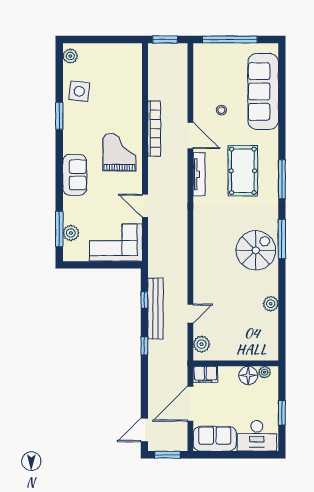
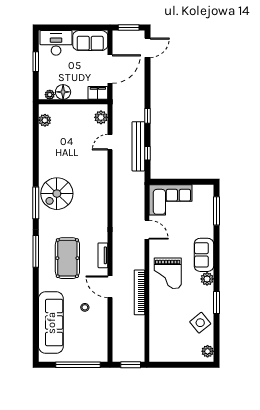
side table: (79, 91) -> (200, 323), turned 45
tv unit: (199, 174) -> (103, 255), width x0.71
plant: (71, 233) -> (207, 279), moved
plant: (271, 304) -> (45, 120), moved

